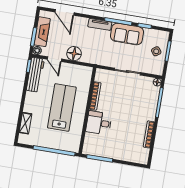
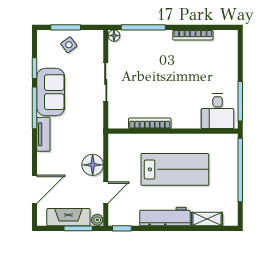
workbench: (35, 75) -> (165, 216), moved
lab bench: (62, 107) -> (175, 169), turned 180
desk: (99, 123) -> (218, 111), moved

